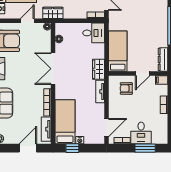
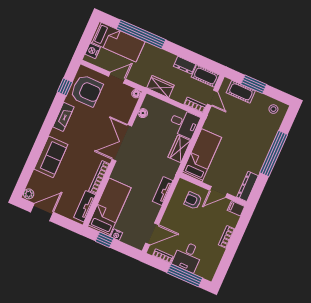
wardrobe: (53, 13) -> (160, 87), moved
wardrobe: (99, 69) -> (179, 149), moved
door: (28, 148) -> (42, 212), moved
window: (145, 148) -> (185, 275), width x1.44

